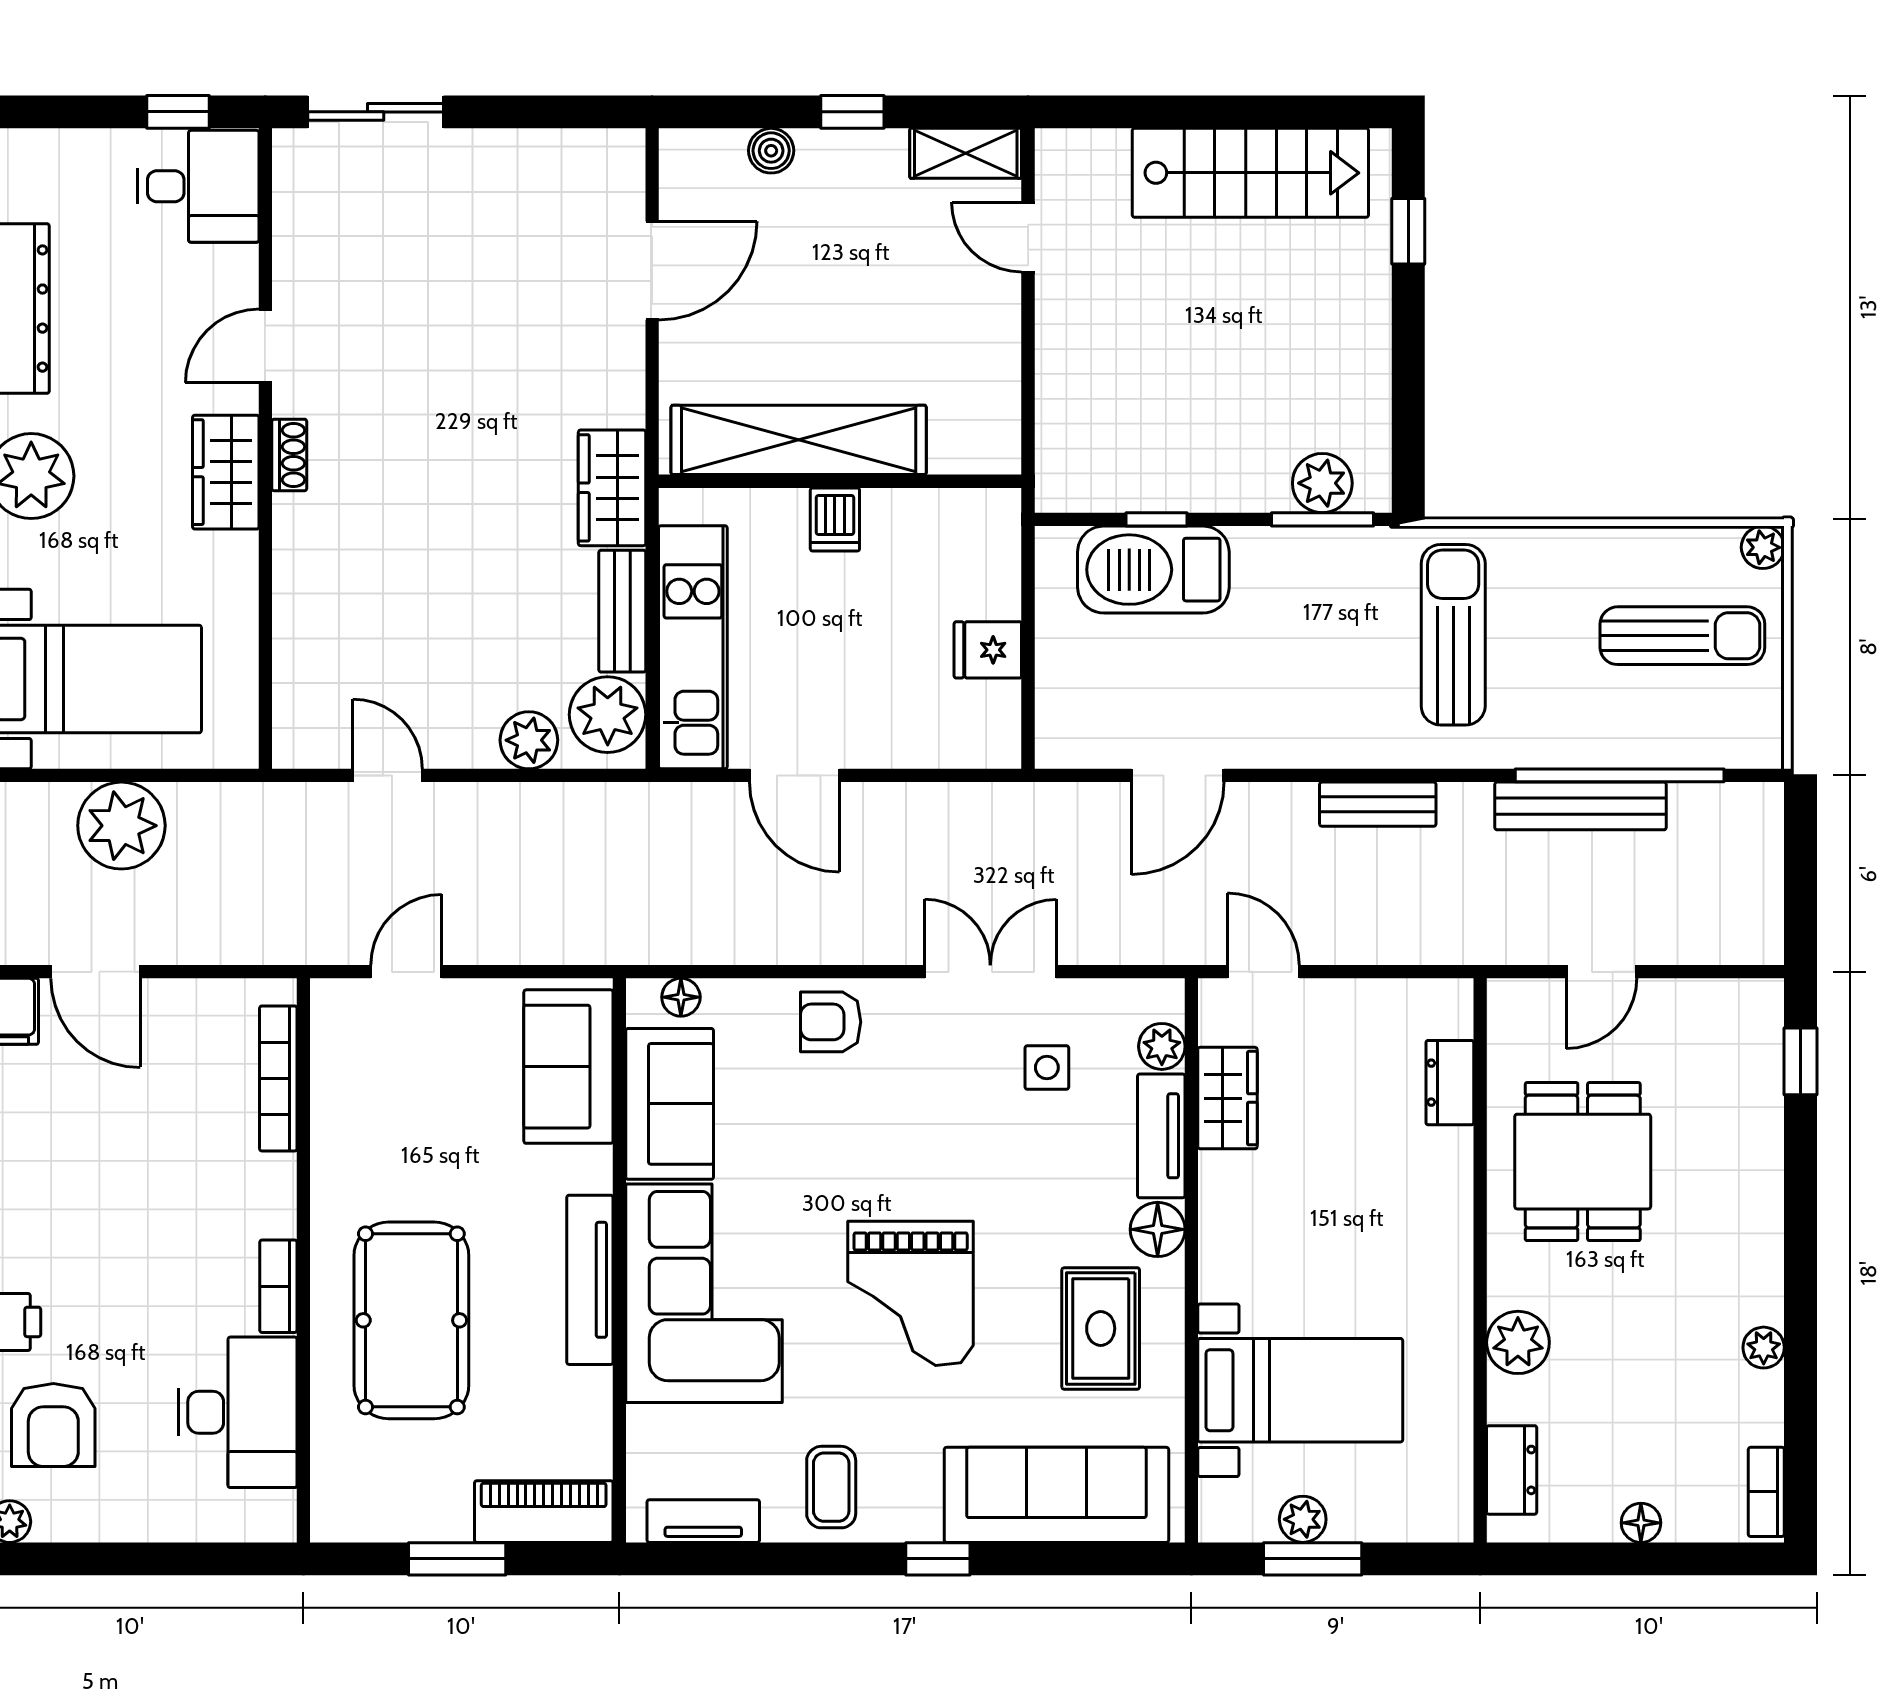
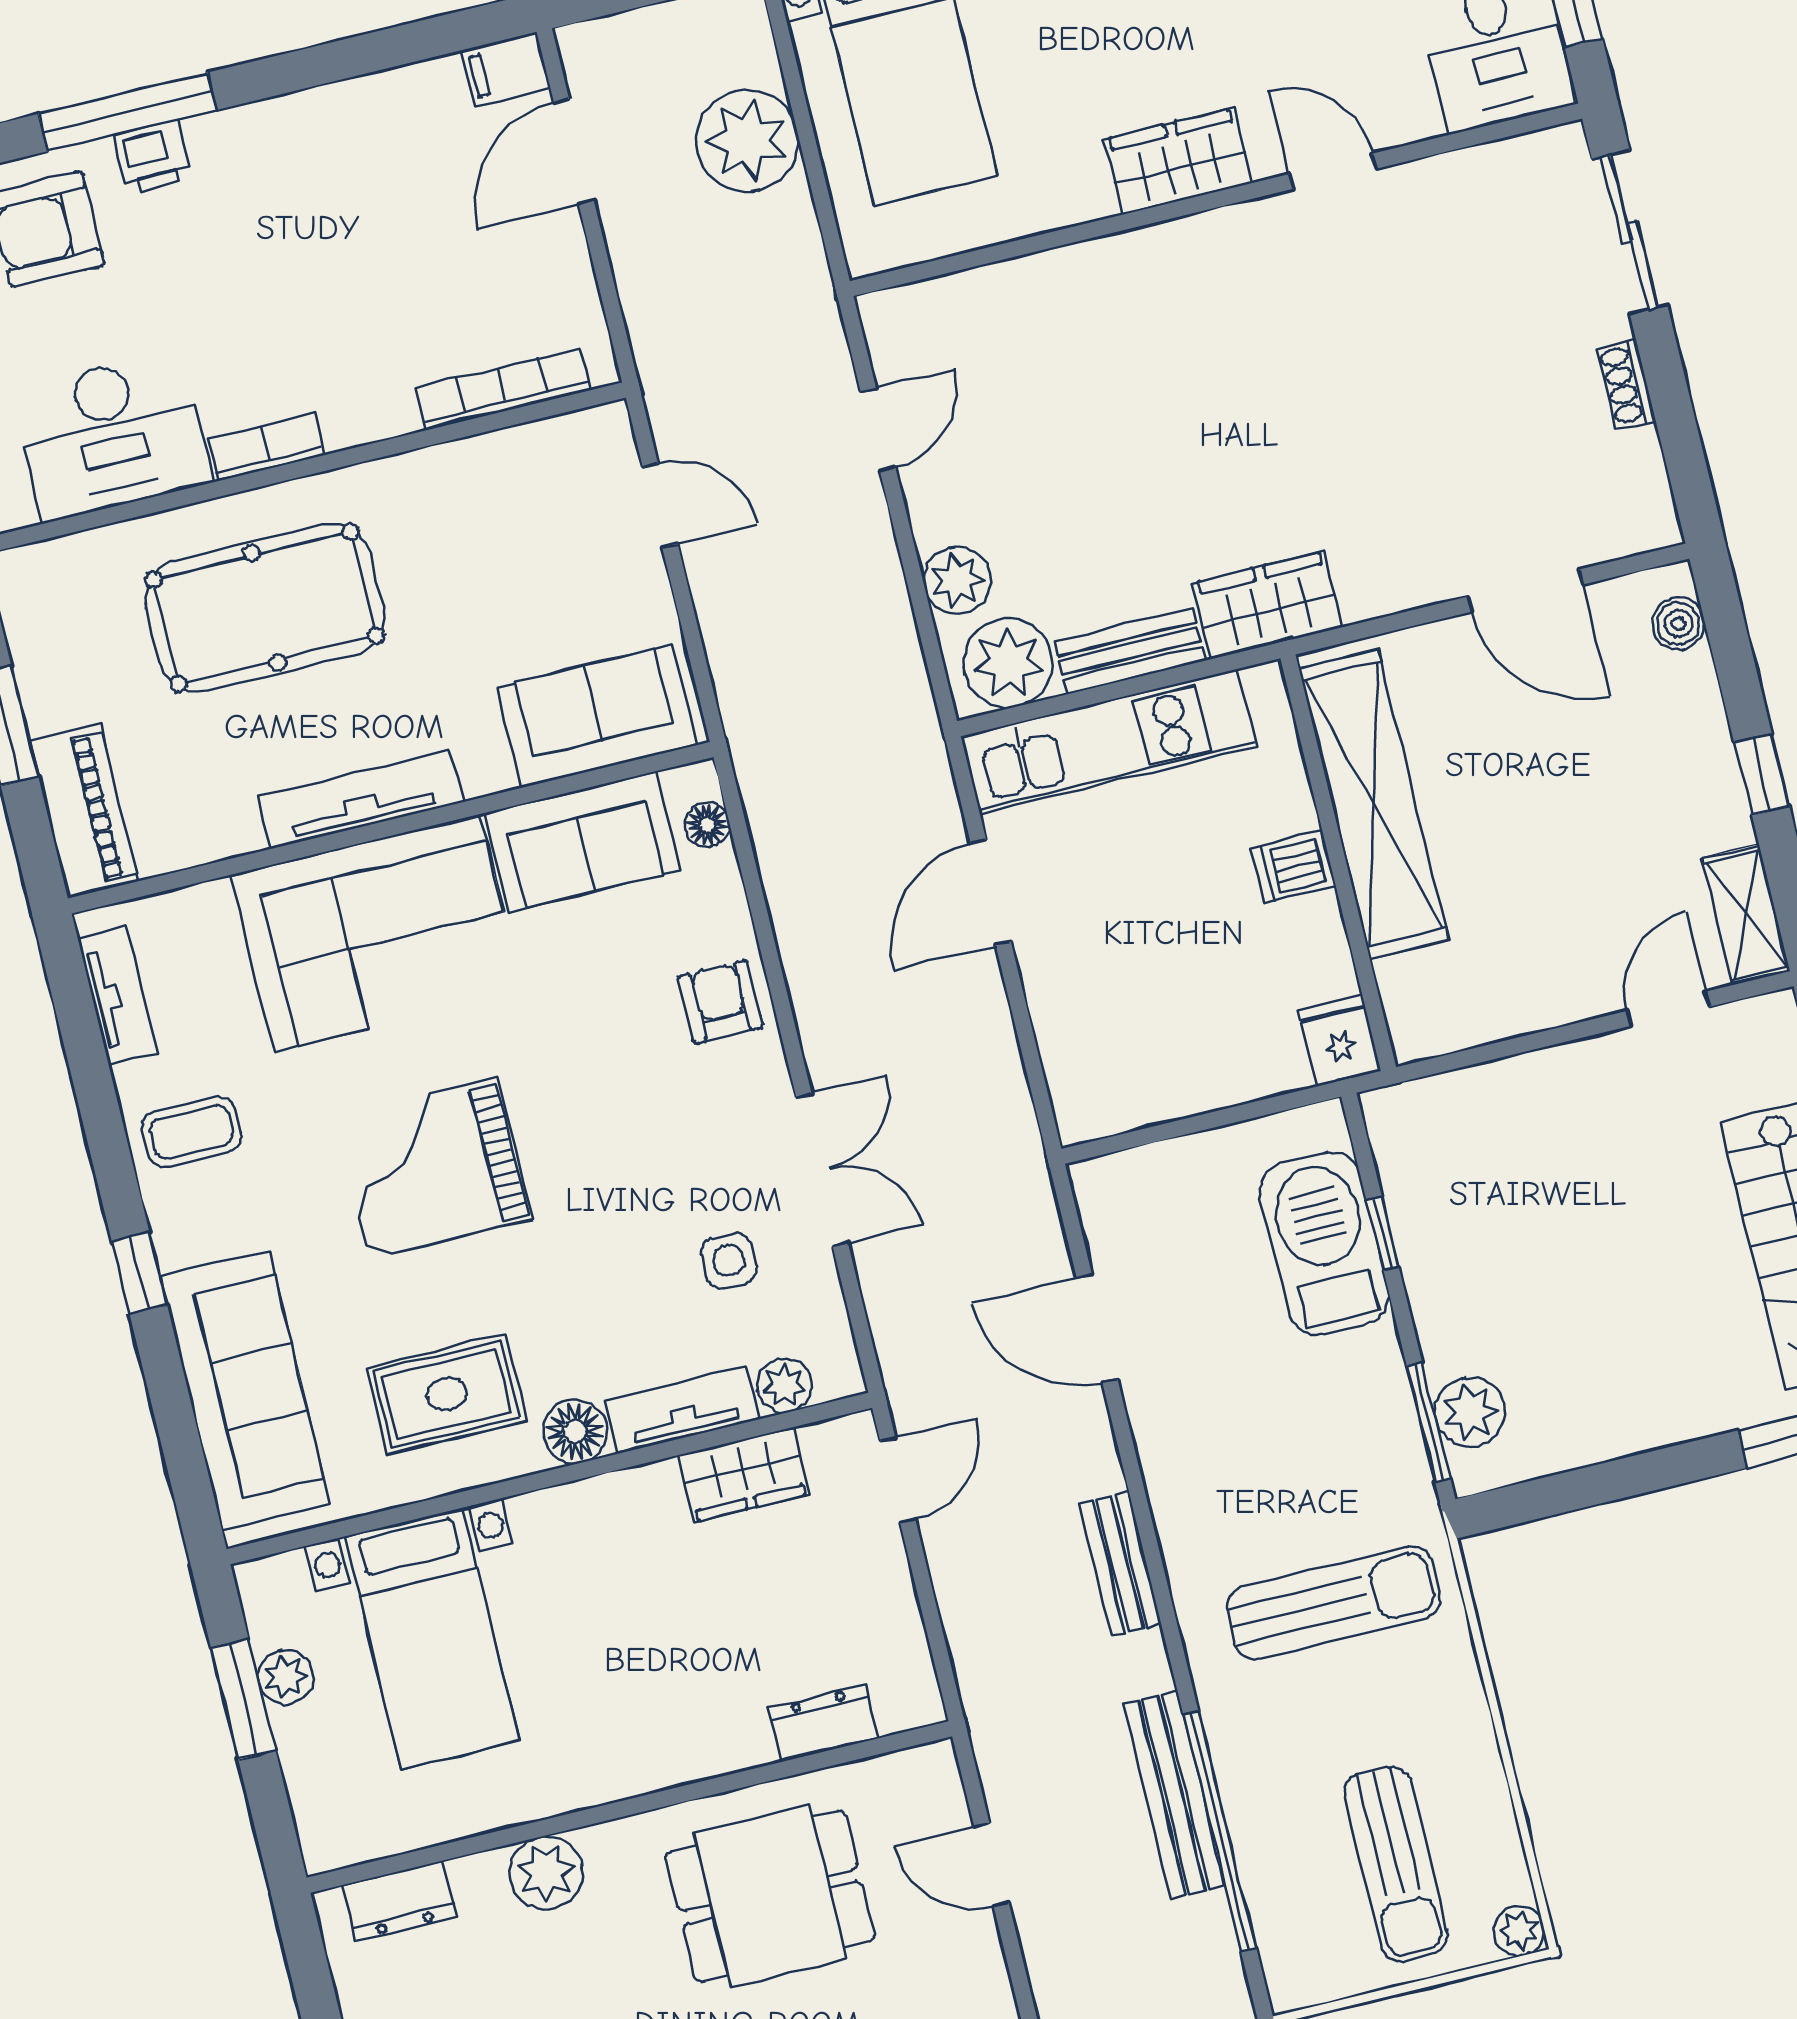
boiler: (771, 151) -> (1678, 624), moved
shoe rack: (289, 455) -> (1626, 384), moved, turned 90
fridge: (988, 650) -> (1340, 1040), moved

